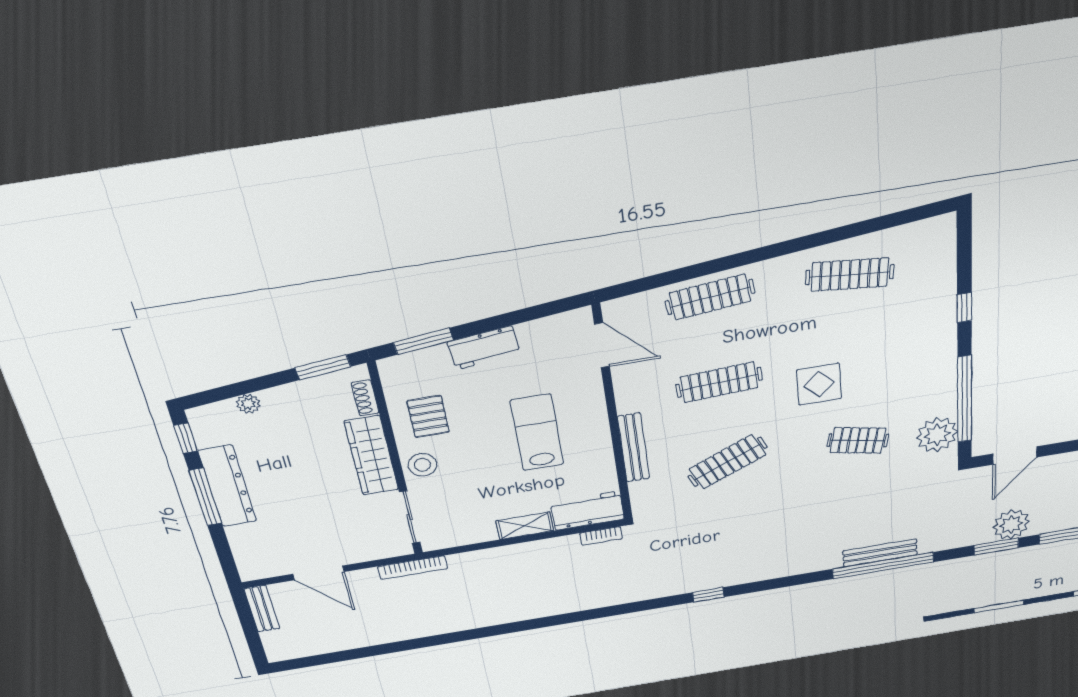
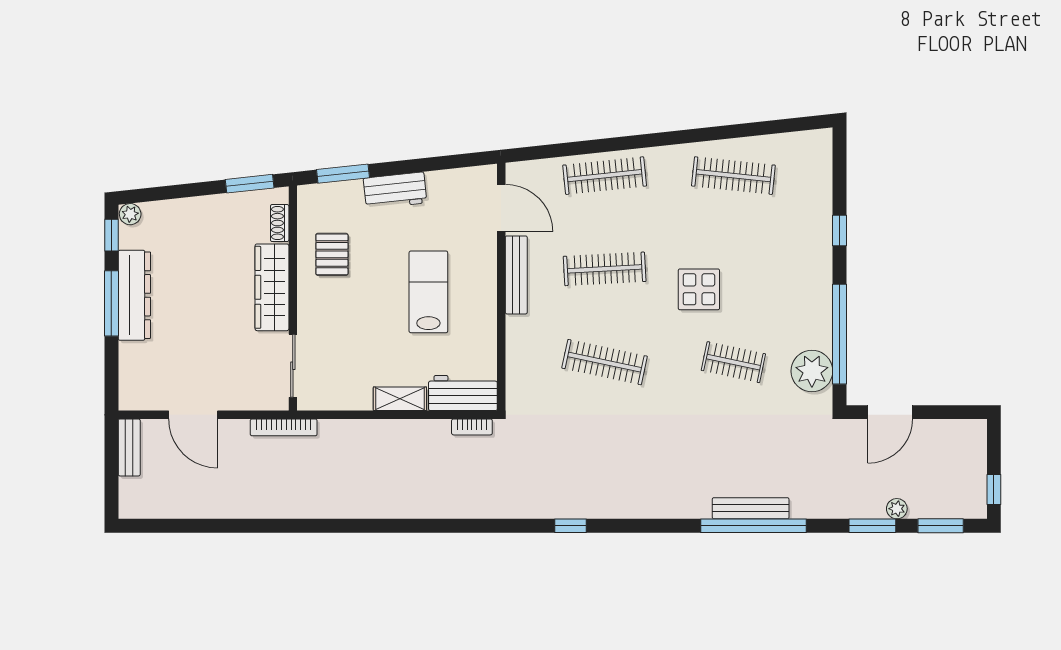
plant: (248, 404) -> (130, 214), moved
bench: (633, 448) -> (516, 275), moved
clothes rail: (728, 462) -> (605, 362), turned 36
stool: (422, 465) -> (316, 307), removed
plant: (1011, 524) -> (897, 509), width x0.53, depth x0.53

